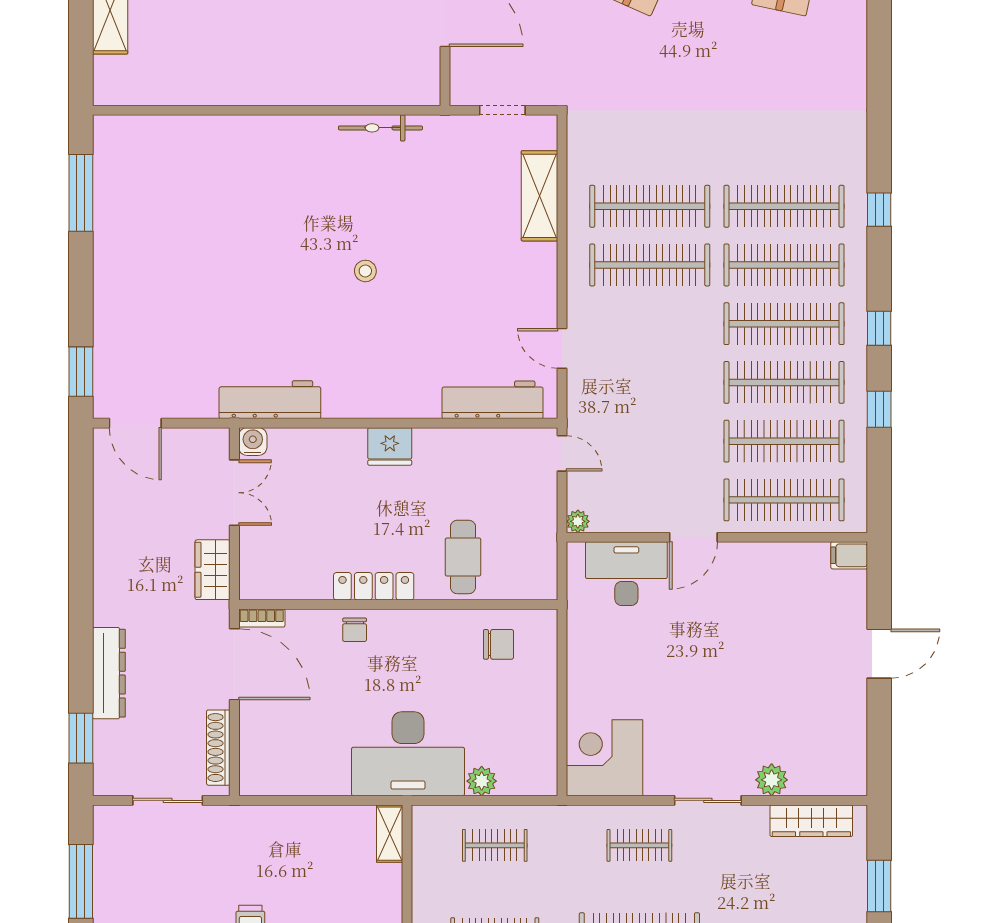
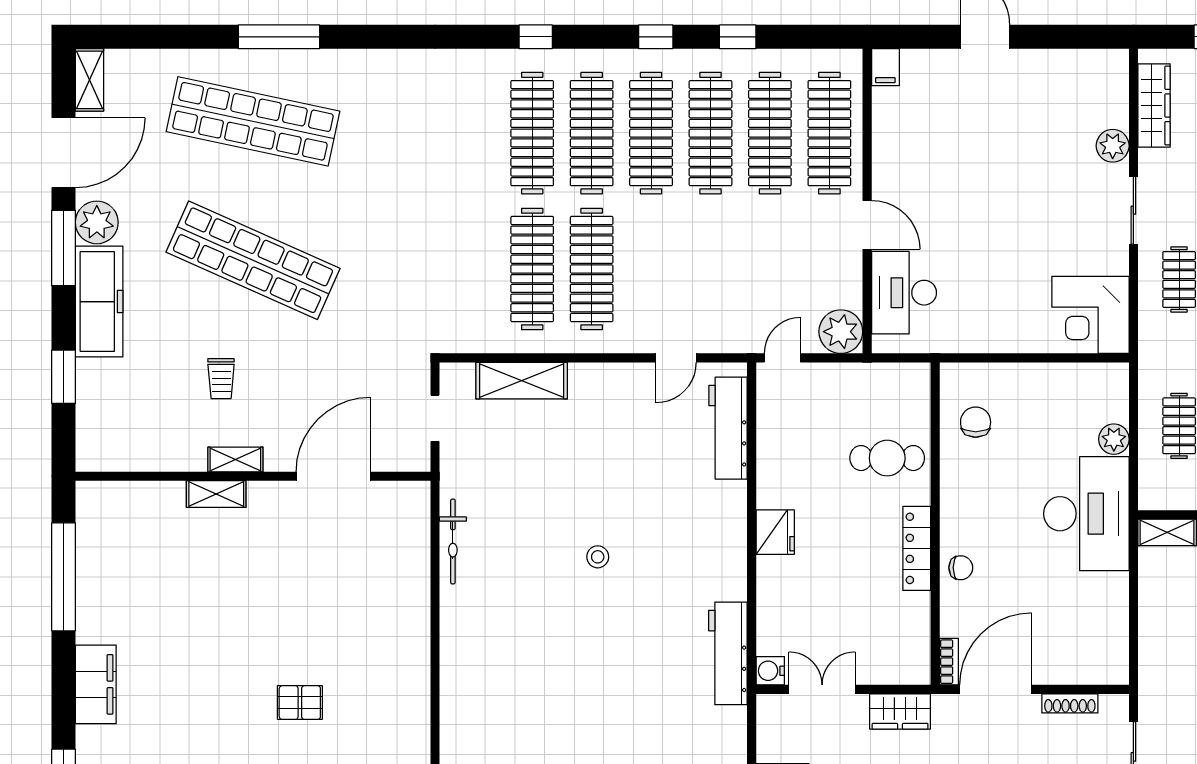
plant: (578, 521) -> (841, 332), width x1.88, depth x1.88
shoe rack: (218, 748) -> (1070, 703), width x0.74, depth x0.81

